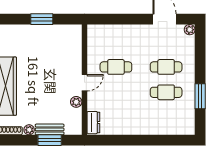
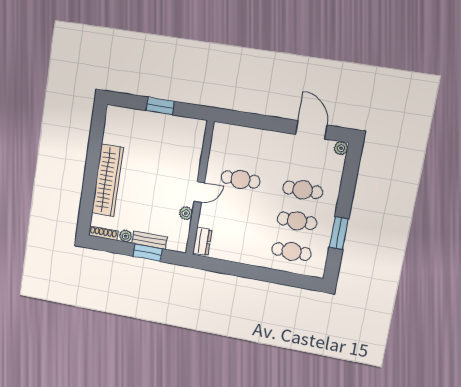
cafe table: (166, 118) -> (291, 251), added

